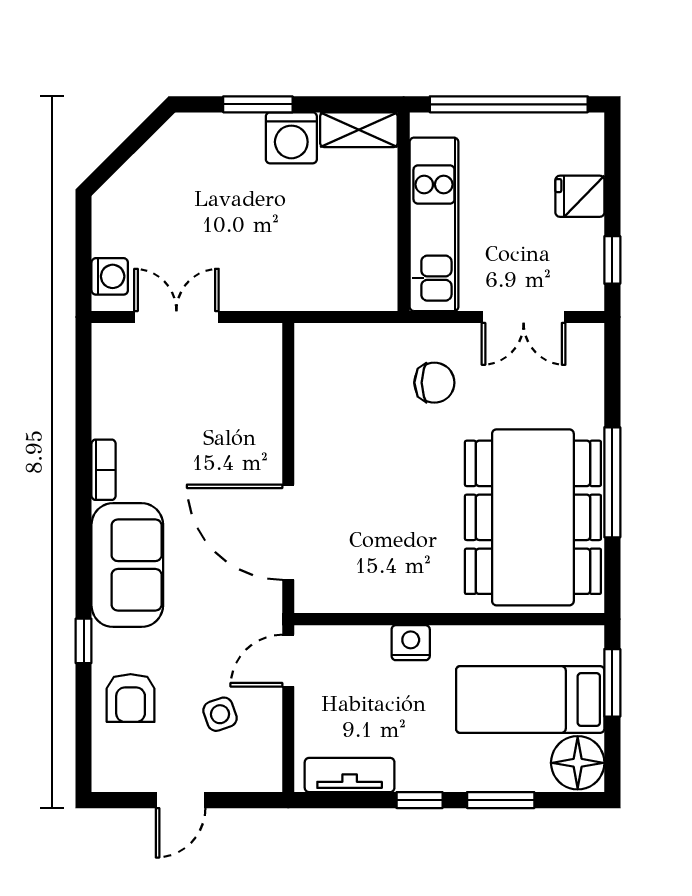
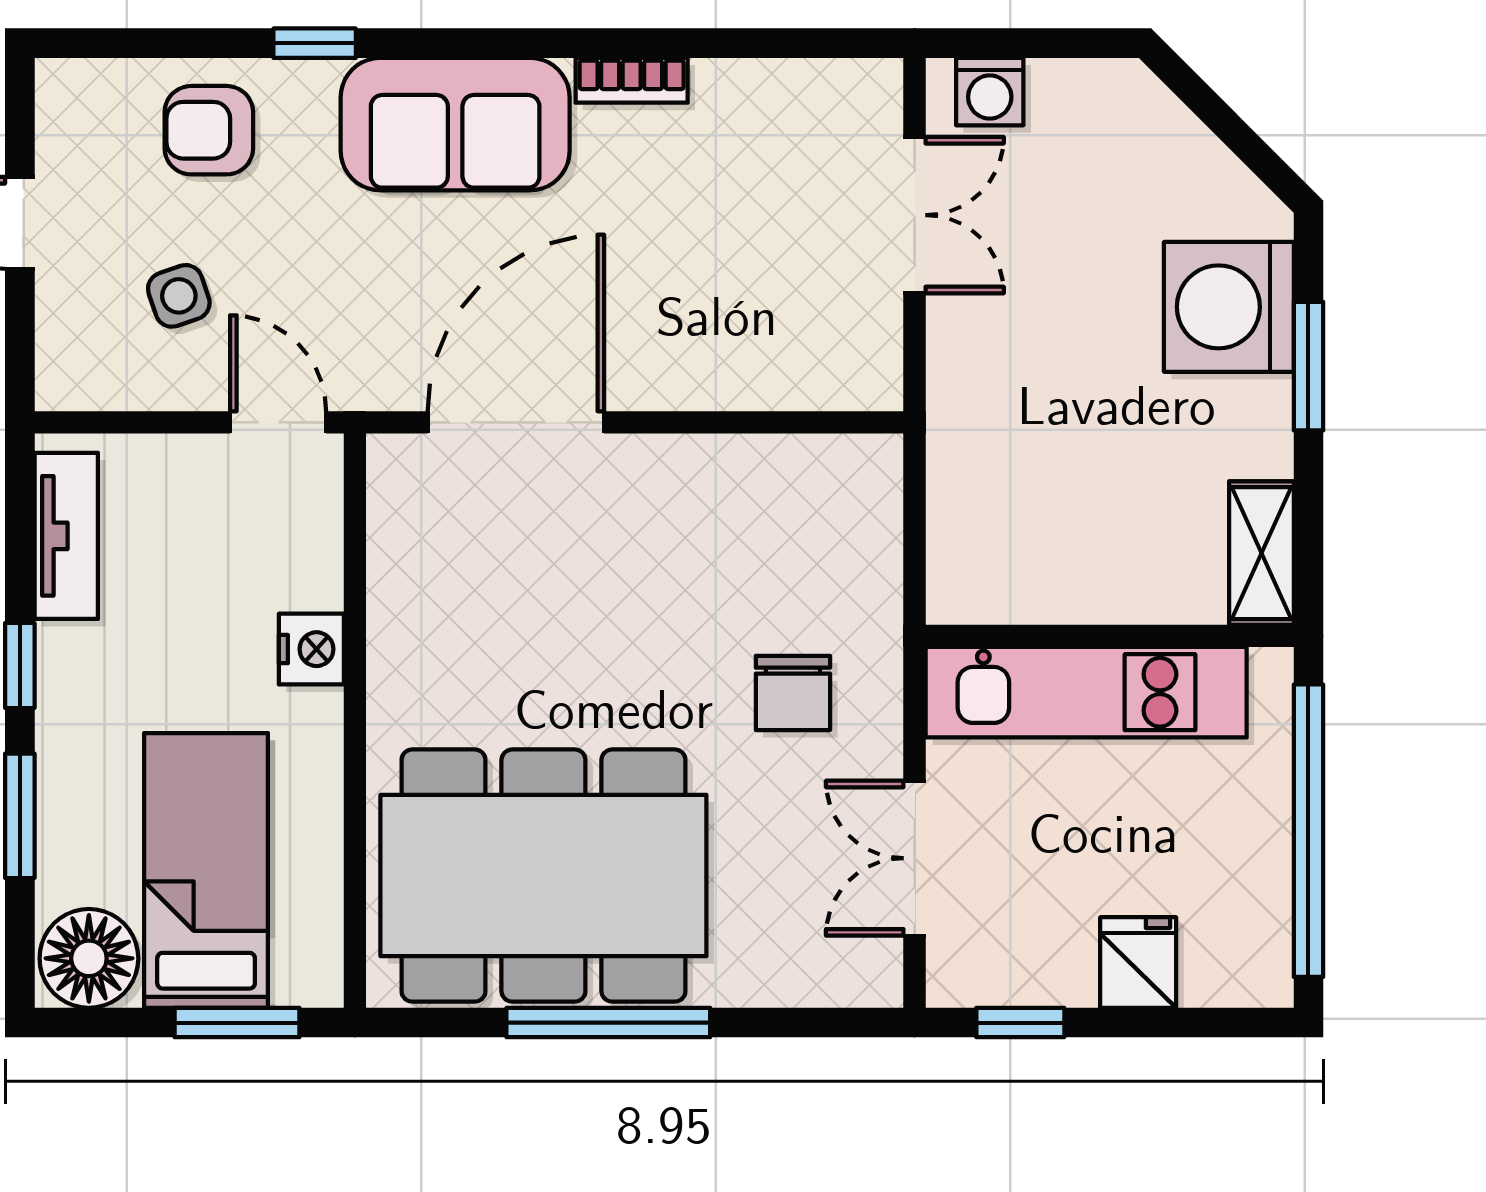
washing machine: (291, 138) -> (1229, 307), moved, width x1.37, depth x1.37

